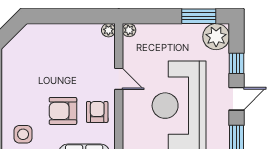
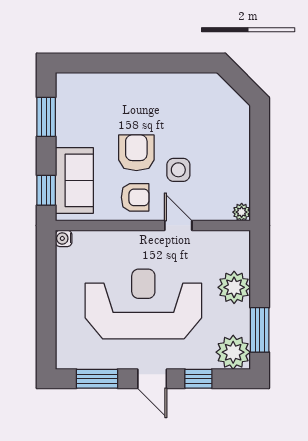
plant: (129, 30) -> (234, 287), moved, width x1.87, depth x1.87
door: (119, 79) -> (178, 226), swing flipped
side table: (23, 134) -> (178, 170), moved

